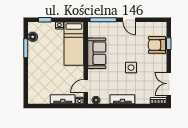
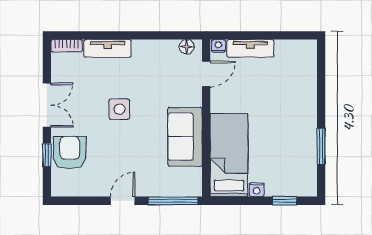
door: (129, 20) -> (123, 201), hinge flipped
floor lamp: (33, 37) -> (308, 168), removed
armchair: (157, 45) -> (70, 153), turned -90
double door: (169, 84) -> (47, 105), moved
tv unit: (122, 99) -> (108, 48), moved

